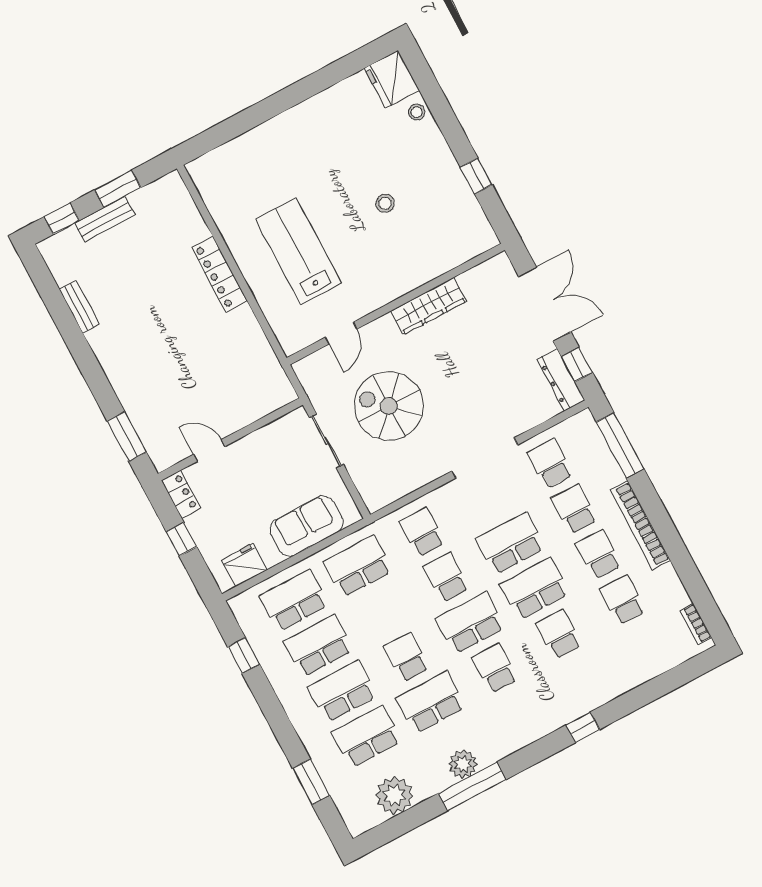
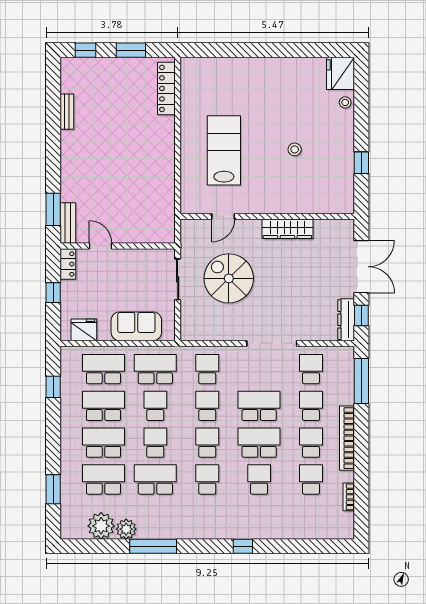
bench: (105, 219) -> (68, 223), moved, turned 90
locker: (219, 274) -> (166, 88), moved
school desk: (382, 612) -> (155, 406), added
school desk: (471, 623) -> (207, 443), width x0.54
bookcase: (696, 624) -> (349, 497), moved
plant: (463, 764) -> (126, 529), moved

